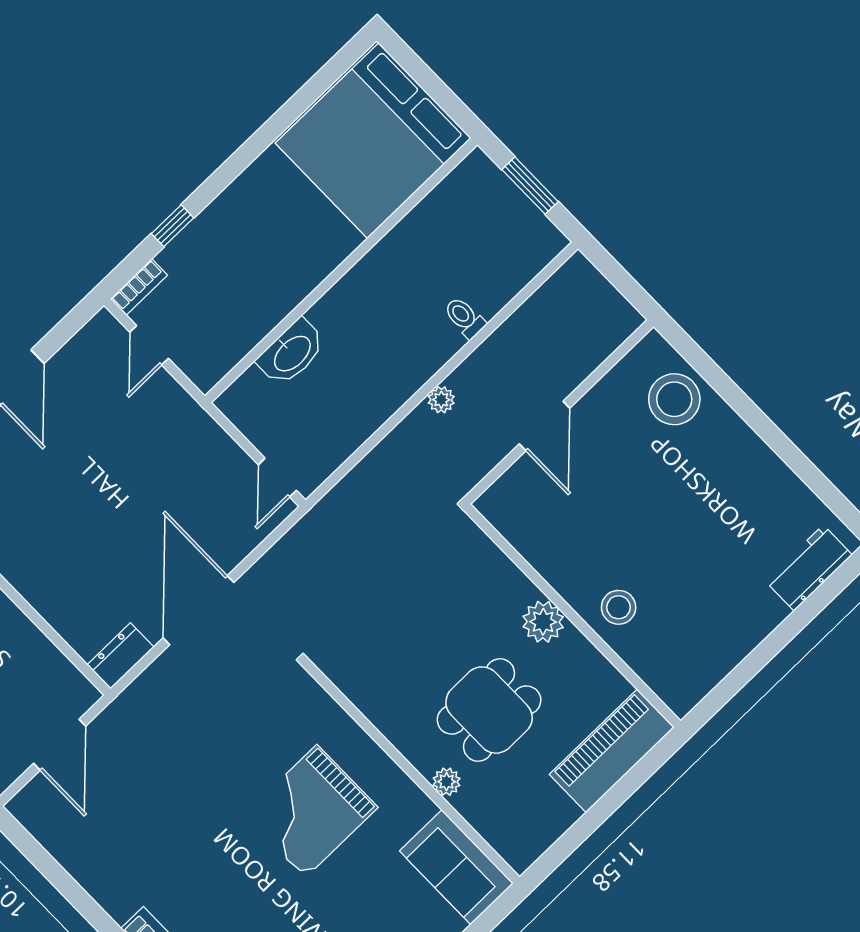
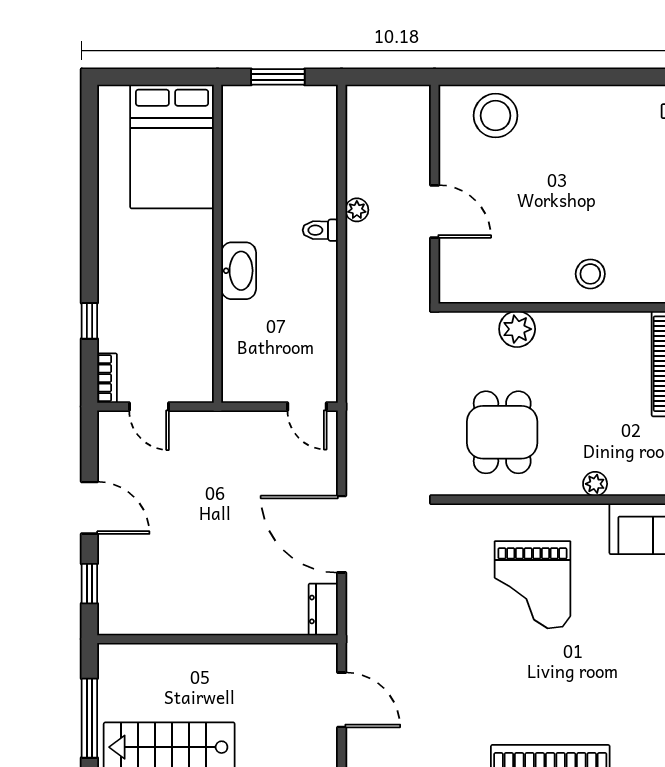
bed: (373, 141) -> (172, 147), width x0.73
toilet: (465, 318) -> (320, 230), moved
washbasin: (292, 353) -> (239, 271), moved
plant: (441, 400) -> (357, 210), moved
plant: (543, 622) -> (517, 329), moved
dining table: (489, 710) -> (502, 432), moved

